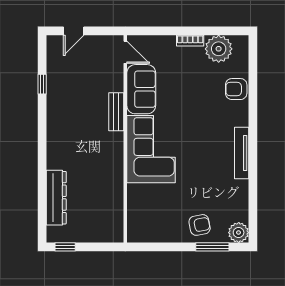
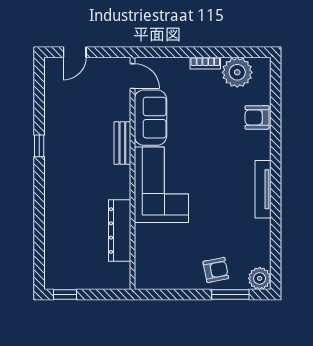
window: (42, 84) -> (39, 146), moved
dresser: (56, 198) -> (120, 231), moved, turned 180

